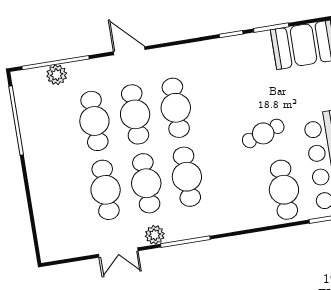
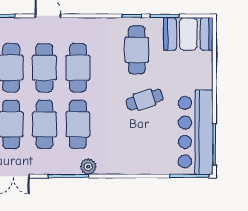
cafe table: (284, 190) -> (137, 50), moved
plant: (155, 235) -> (88, 167), moved

